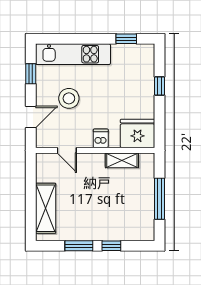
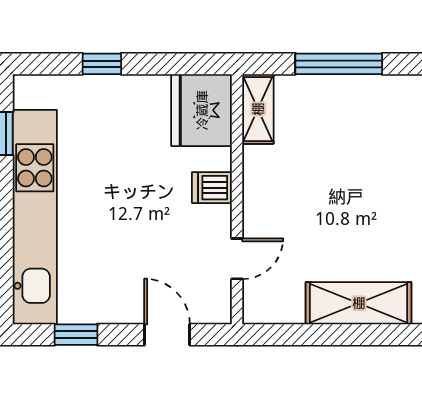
kitchen unit: (73, 54) -> (35, 217), width x1.36
stool: (69, 98) -> (128, 254), removed
shelving: (122, 160) -> (258, 109), moved

